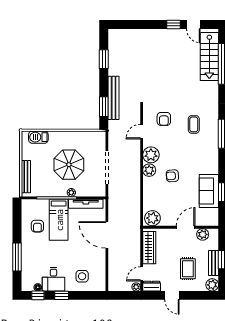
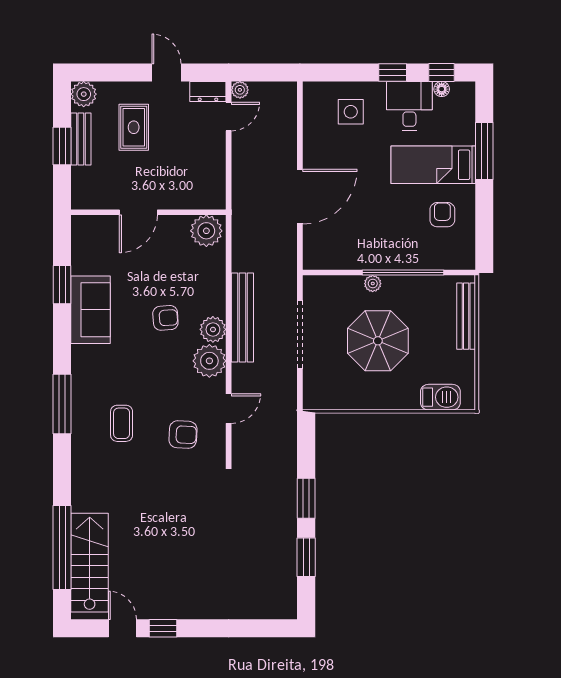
bench: (114, 98) -> (242, 318), moved
window: (104, 107) -> (306, 498), moved
armchair: (164, 119) -> (183, 435), turned 93
sofa: (209, 191) -> (91, 310), moved
tv unit: (86, 204) -> (343, 260), removed
bed: (59, 220) -> (433, 165), moved, turned -90
plant: (203, 234) -> (103, 198), removed
door: (107, 235) -> (300, 197), hinge flipped
wardrobe: (149, 248) -> (213, 170), removed

